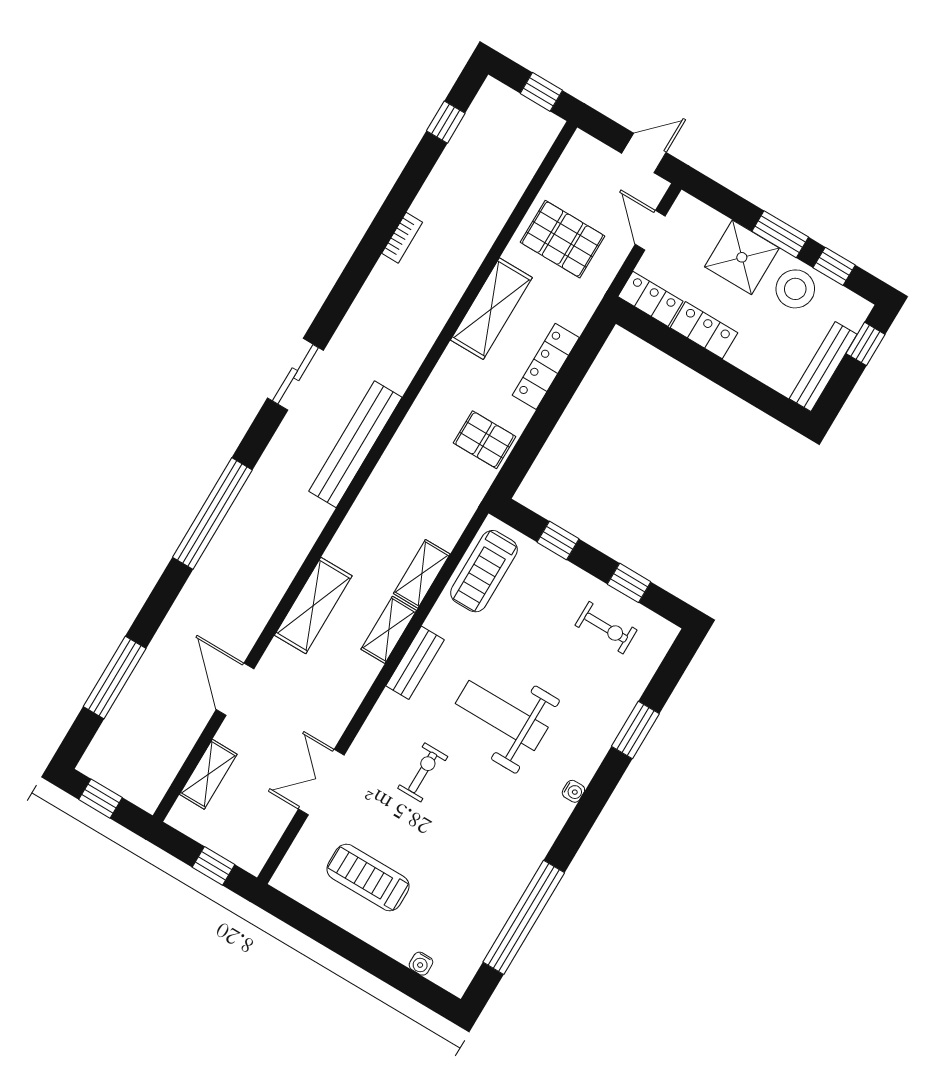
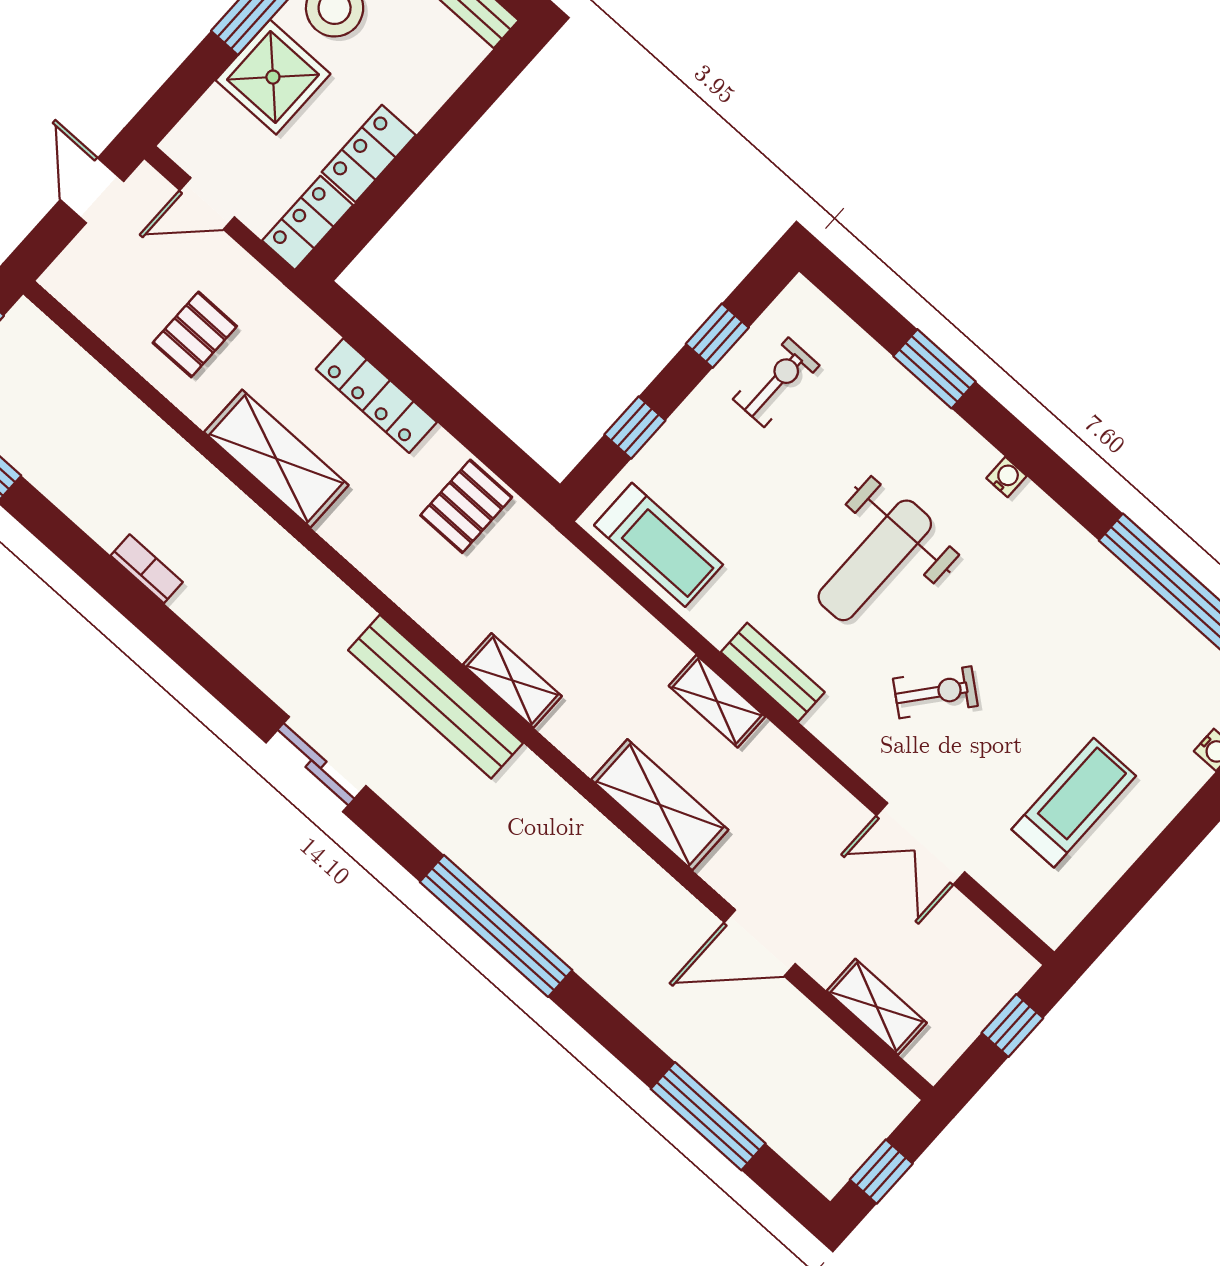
pallet: (563, 239) -> (195, 334), width x0.67, depth x0.71
shelving: (422, 574) -> (512, 680), moved
exercise bike: (423, 772) -> (935, 692), turned 129
treadmill: (368, 878) -> (1074, 803), turned 180

